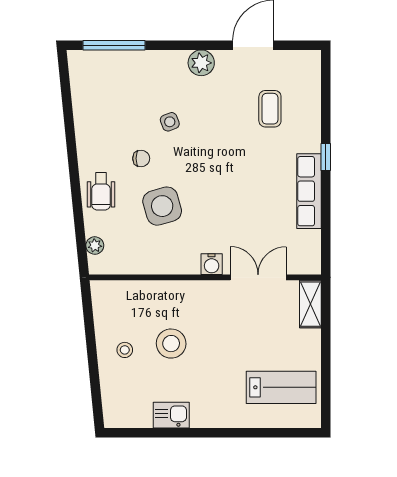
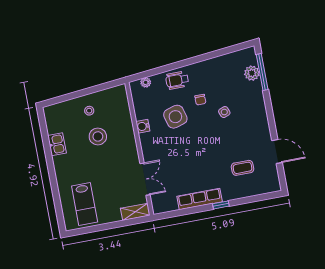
plant: (201, 63) -> (252, 73), moved
water cooler: (212, 264) -> (143, 126), moved

